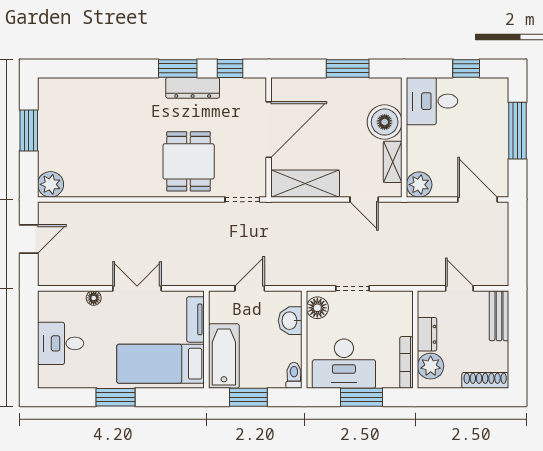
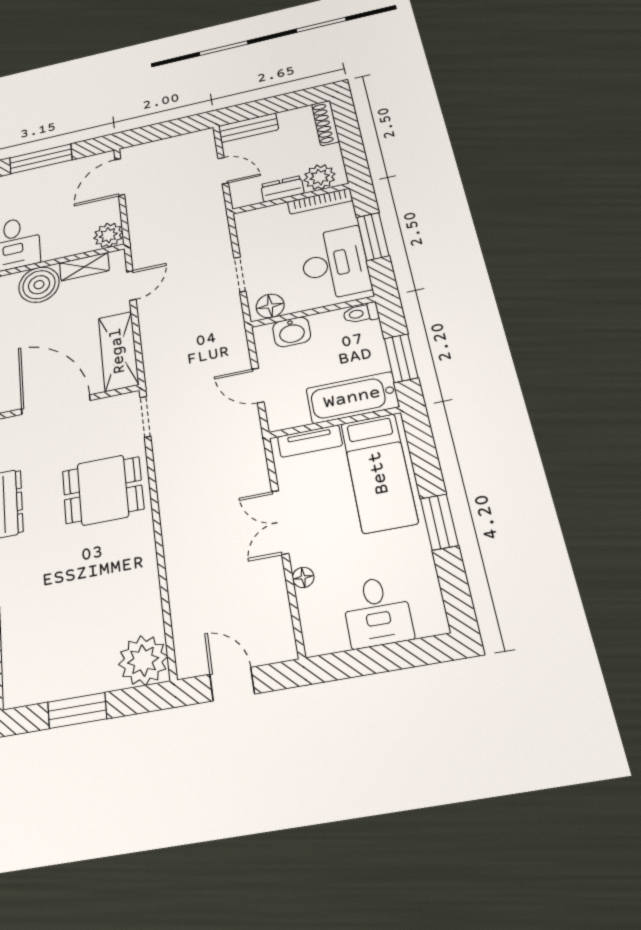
plant: (51, 184) -> (143, 660), width x1.36, depth x1.36
door: (459, 288) -> (223, 171), swing flipped

